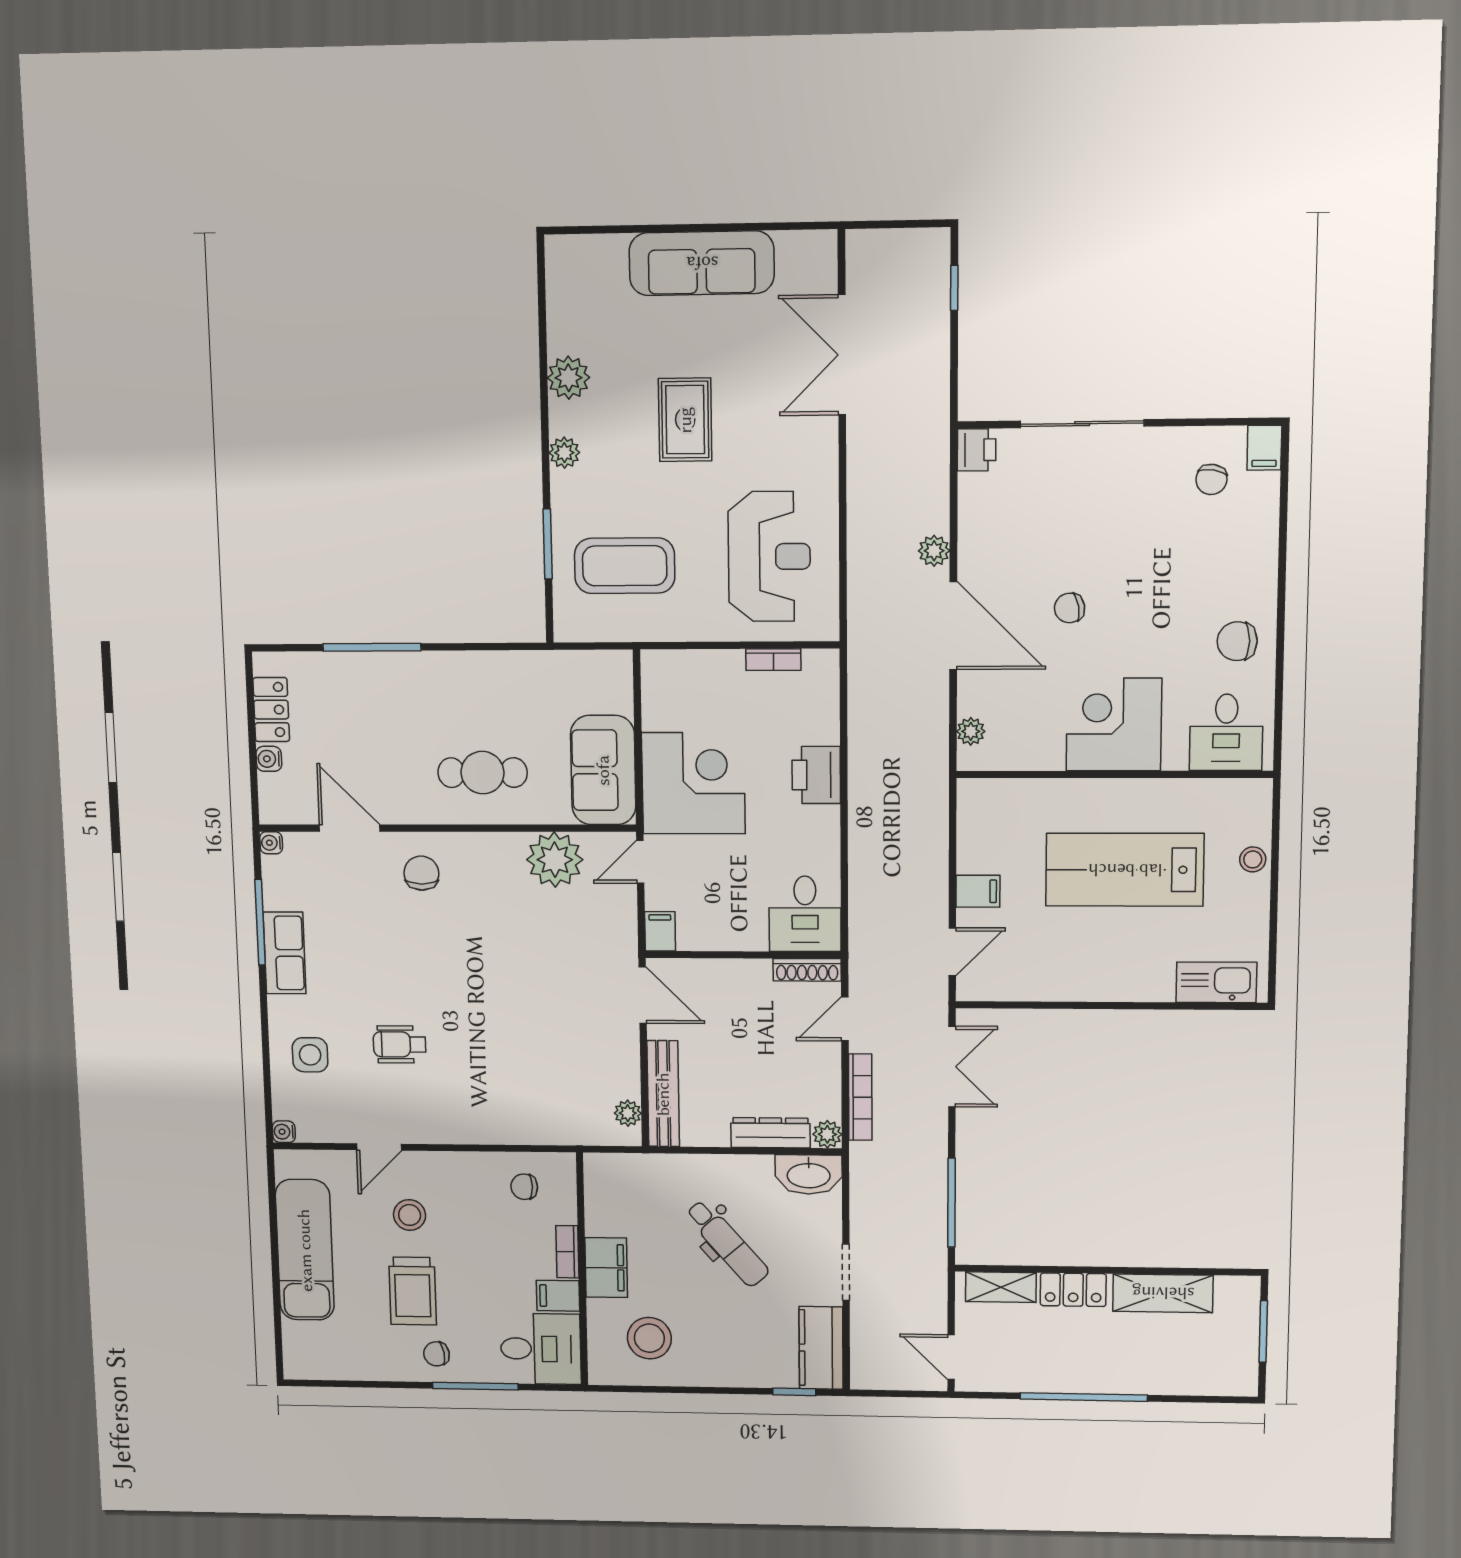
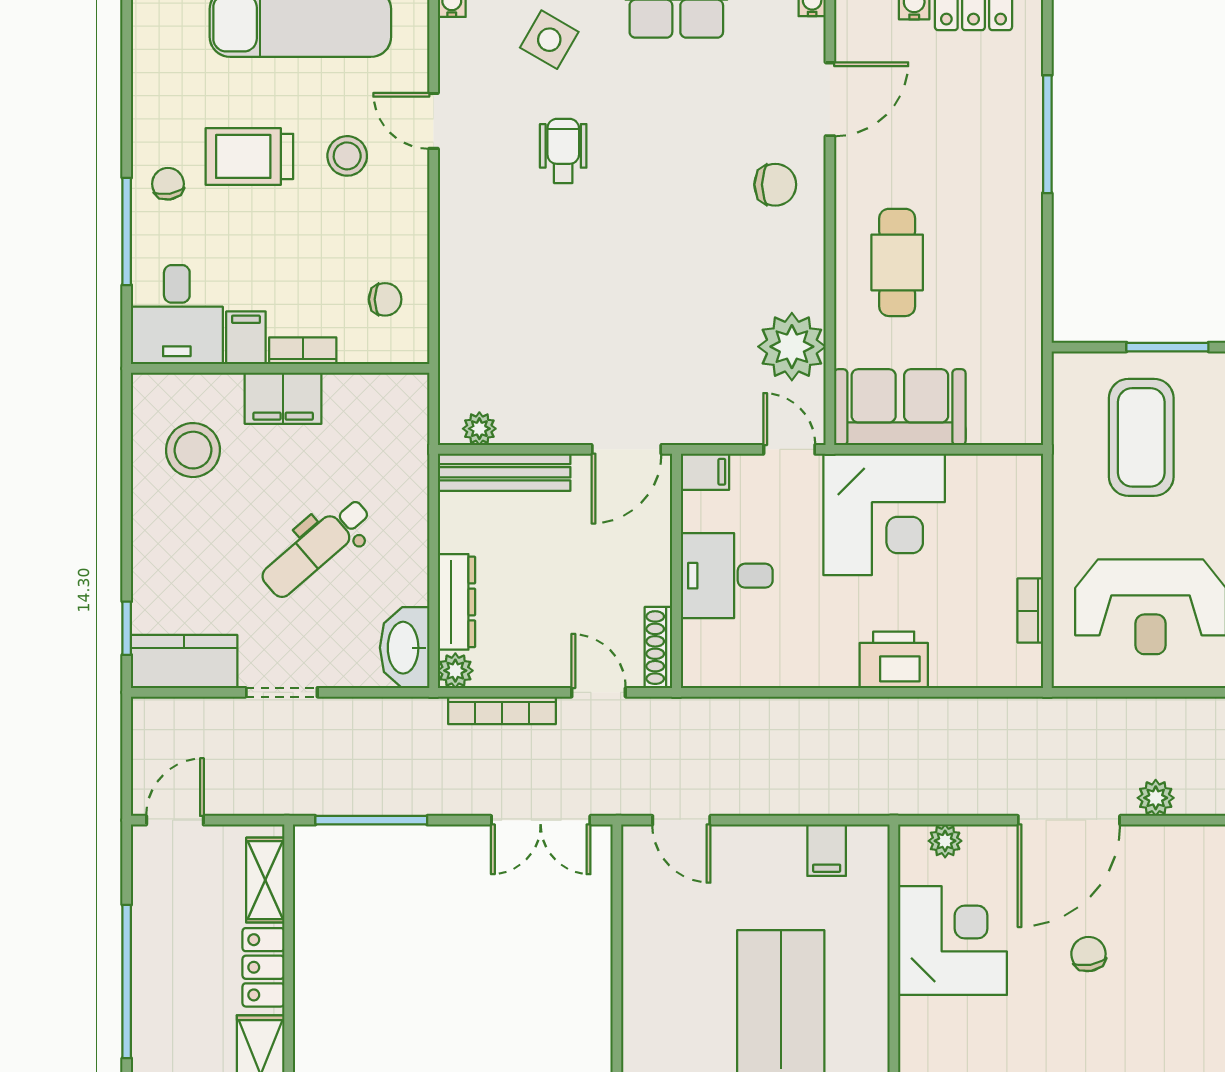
corner desk: (1114, 725) -> (953, 941), moved
filing cabinet: (978, 891) -> (827, 850), moved
desk: (805, 914) -> (727, 576), moved
side table: (310, 1055) -> (549, 40), turned 30
chair: (524, 1187) -> (385, 299), turned 90

